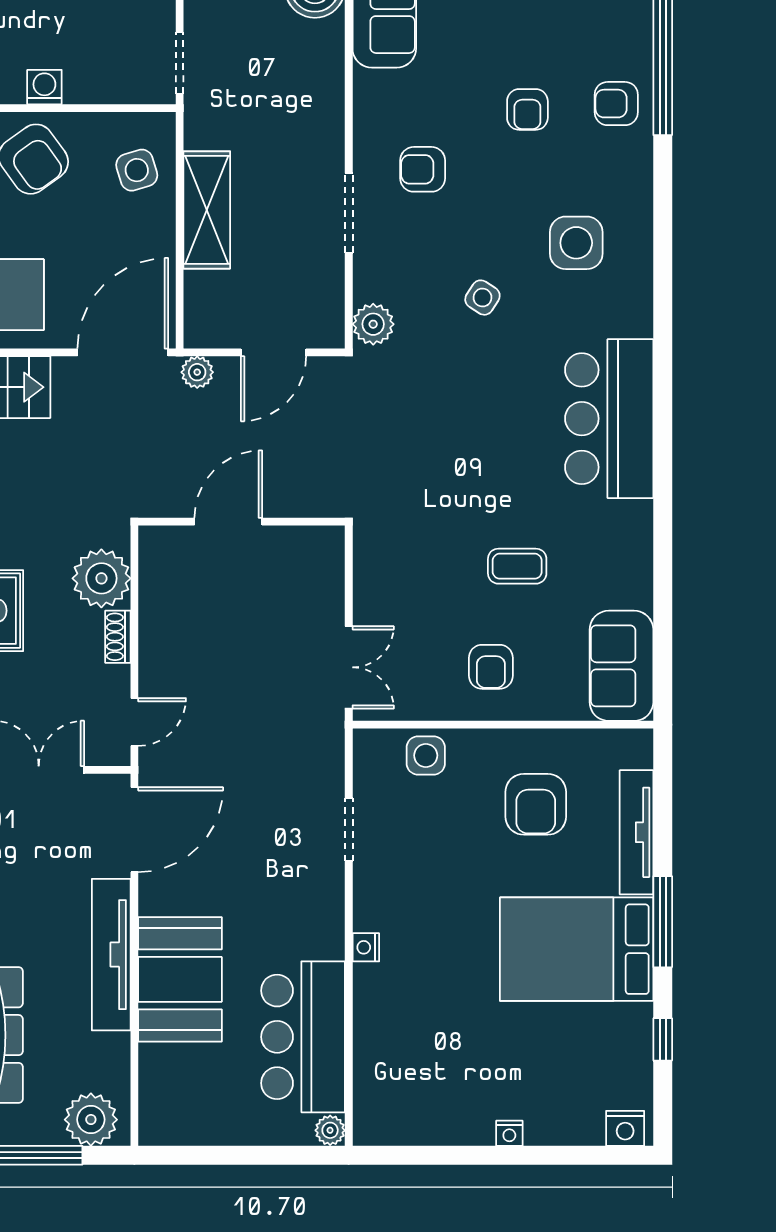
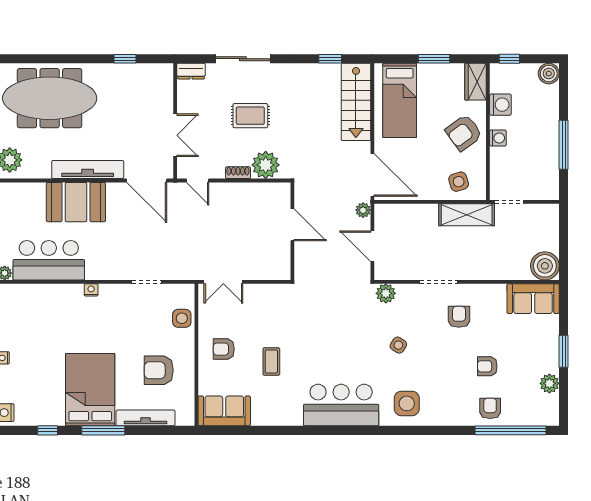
shelving: (207, 210) -> (467, 215), moved
side table: (576, 243) -> (407, 403), moved

